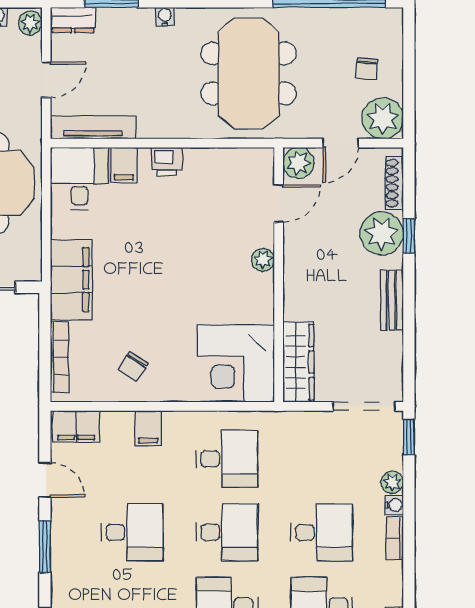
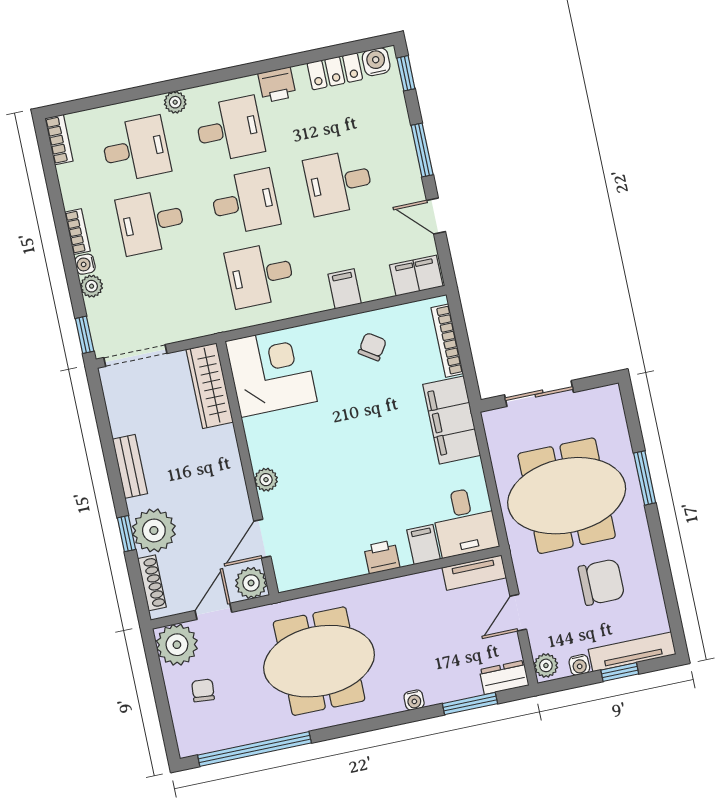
meeting table: (249, 73) -> (319, 661), turned 90
tv unit: (93, 127) -> (474, 573), width x0.71
desk: (227, 532) -> (245, 202), turned 180

